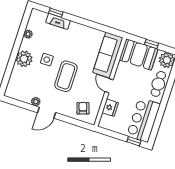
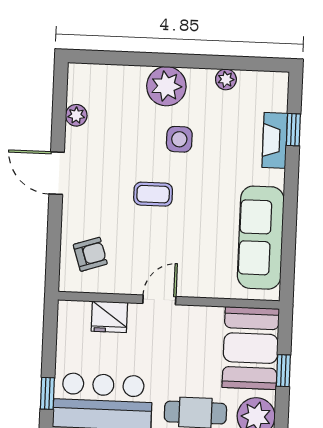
sofa: (108, 55) -> (261, 238), moved, turned -90
coffee table: (66, 76) -> (153, 194), width x0.54, depth x0.58
plant: (36, 102) -> (76, 115), moved

